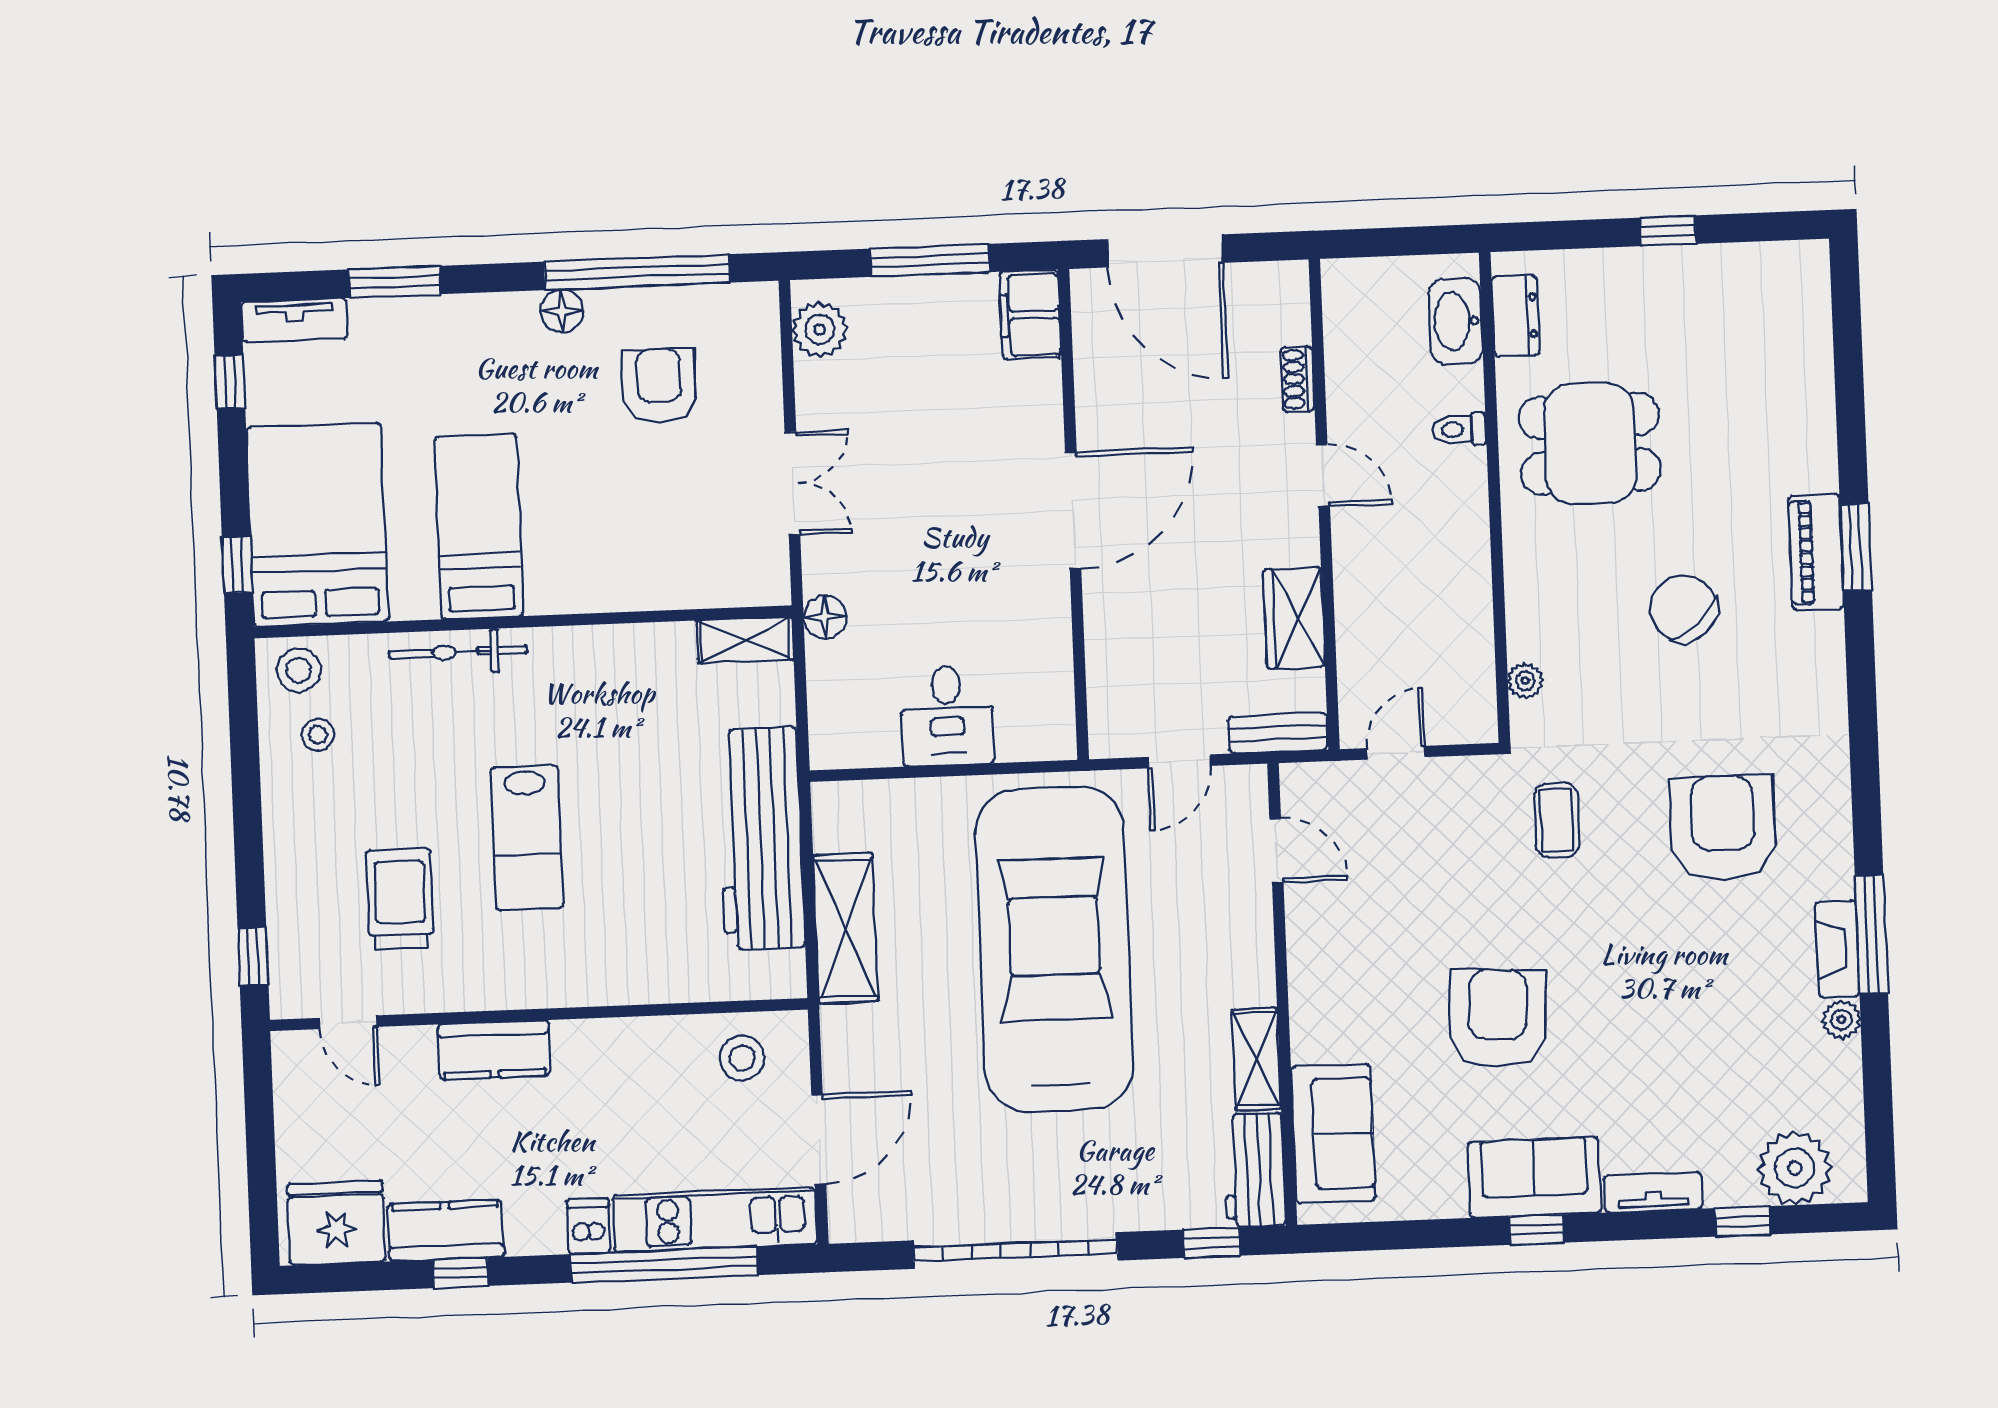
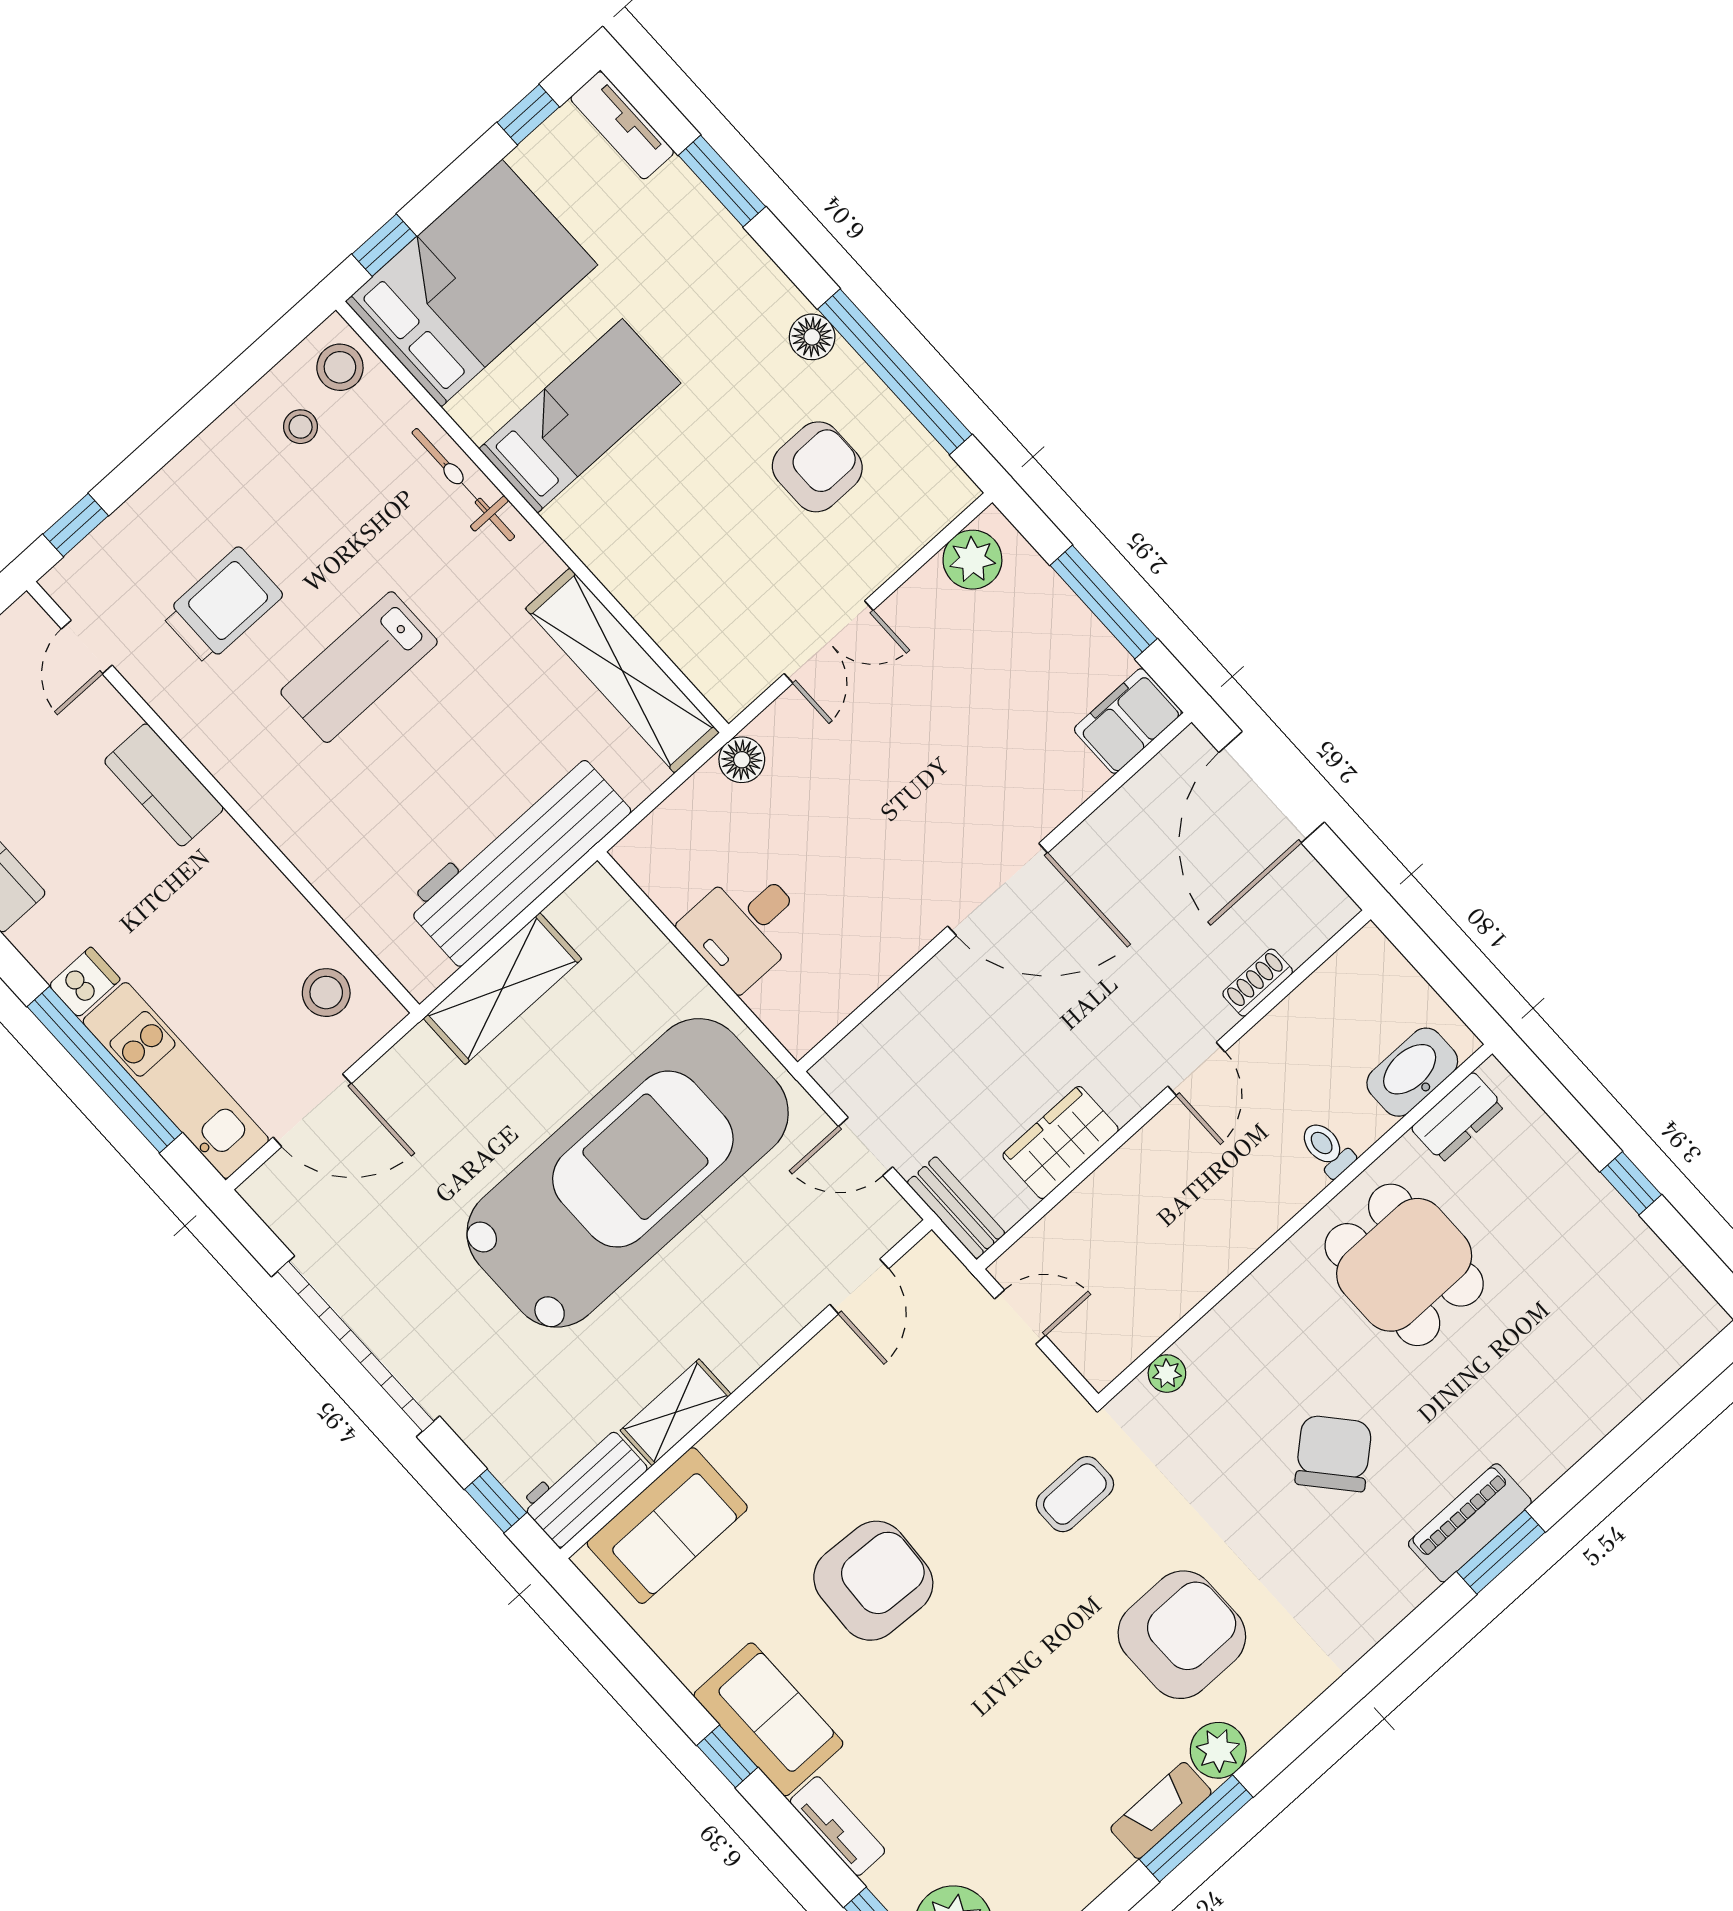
shelving: (745, 640) -> (622, 671), width x2.20, depth x1.33
plant: (1841, 1020) -> (1218, 1750), moved, width x1.38, depth x1.38

